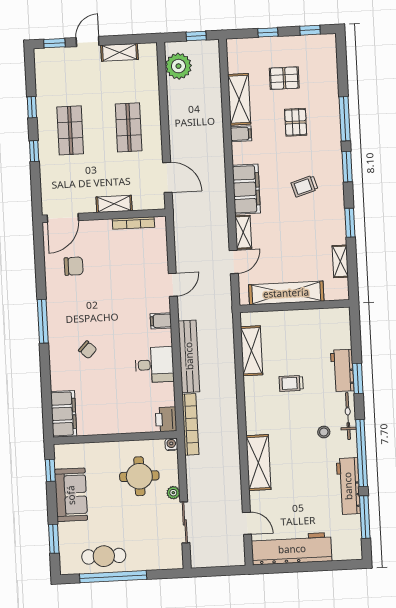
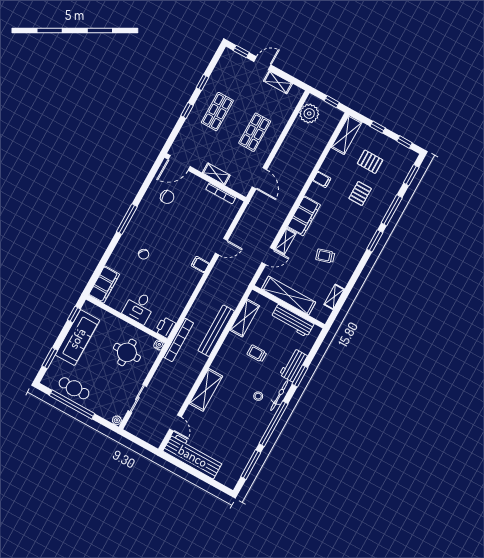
shelving: (239, 99) -> (347, 135), moved
trolley: (305, 186) -> (325, 256), moved
window: (350, 223) -> (411, 175), moved
bench: (189, 356) -> (216, 331), moved
desk: (154, 365) -> (139, 307), moved, turned 90
workbench: (348, 486) -> (292, 321), moved, turned -90
plant: (173, 493) -> (117, 420), moved
sofa: (71, 495) -> (77, 338), width x1.36

